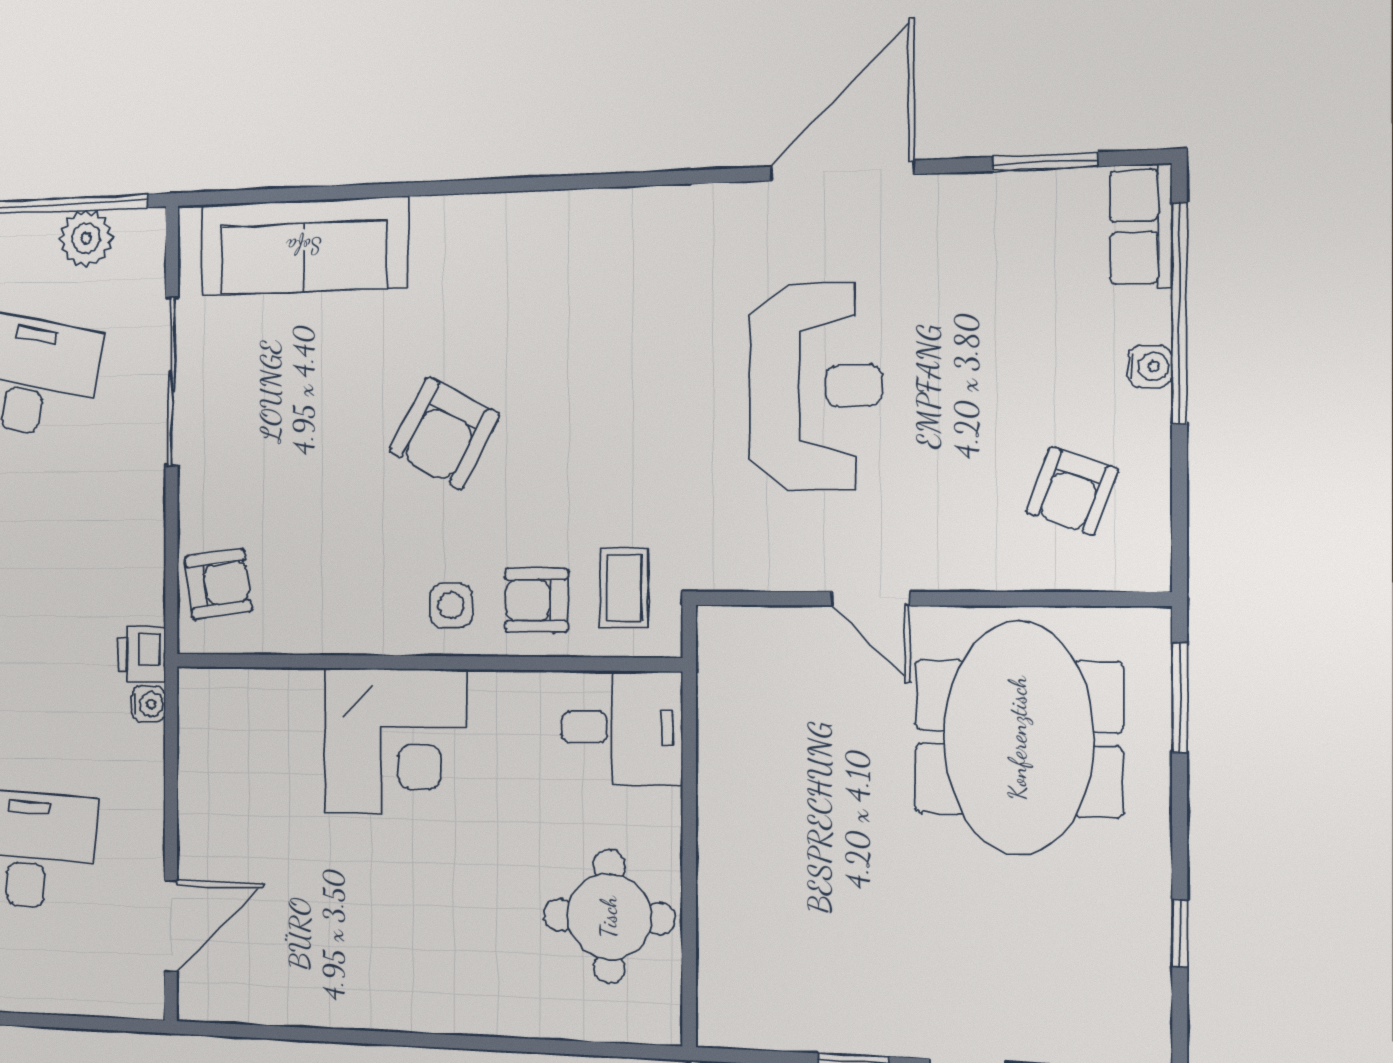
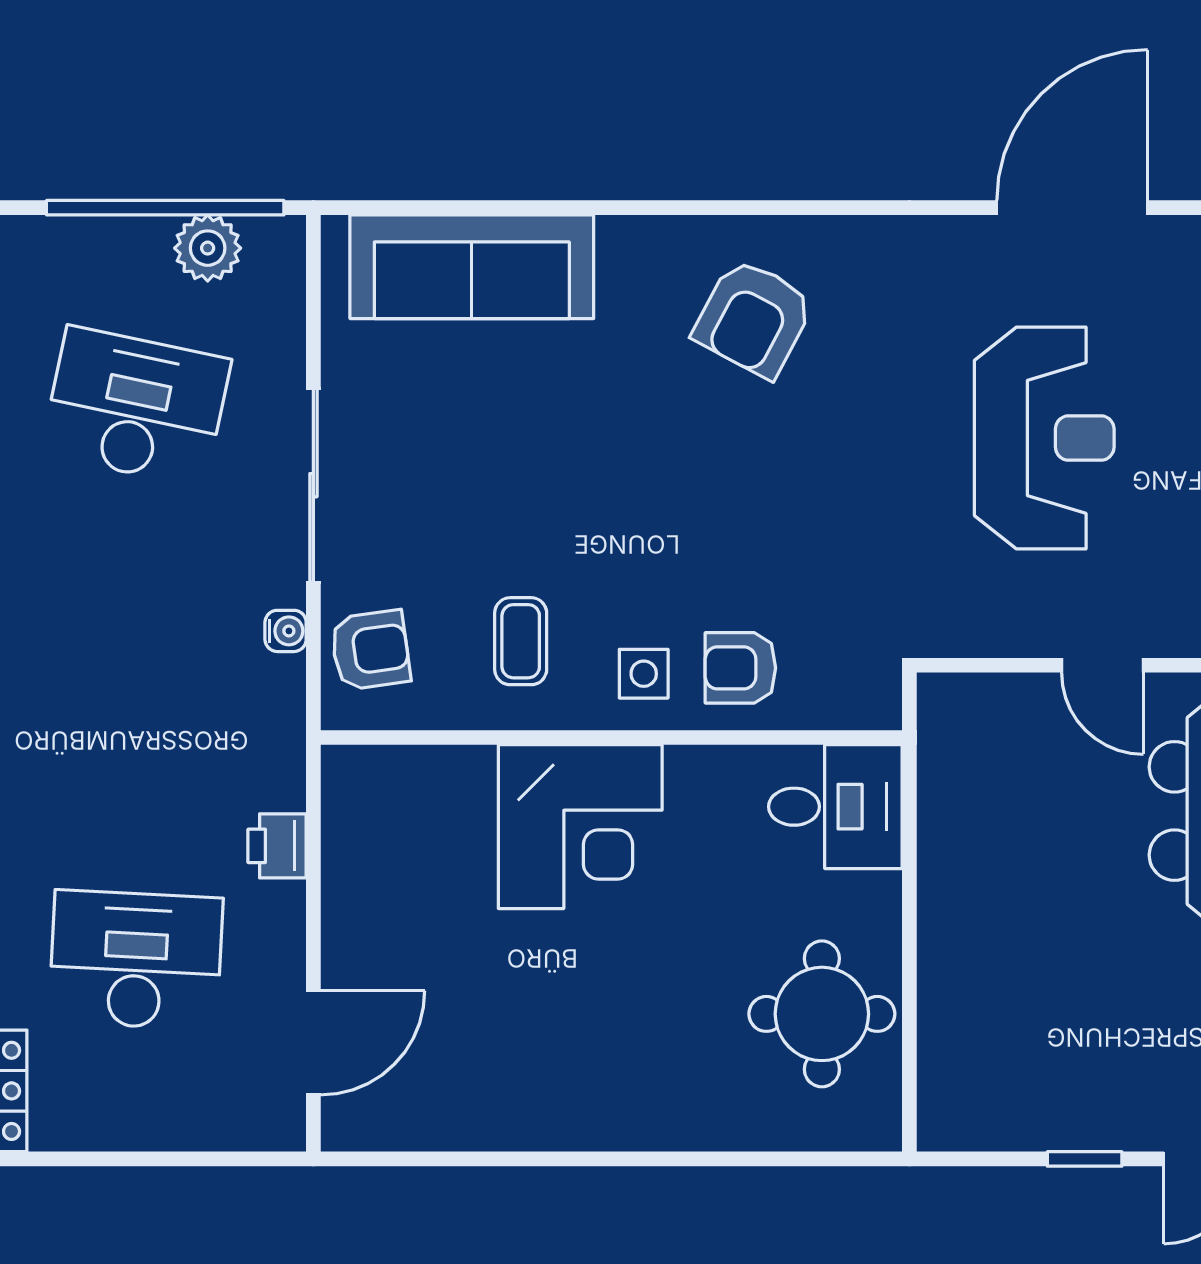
sliding door: (172, 381) -> (313, 485), moved
armchair: (444, 433) -> (754, 318), moved
coffee table: (624, 588) -> (521, 641), moved
printer: (141, 654) -> (277, 846), moved
water cooler: (148, 704) -> (286, 631), moved

